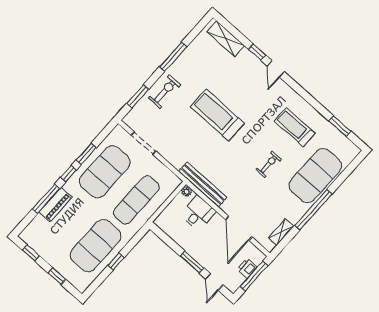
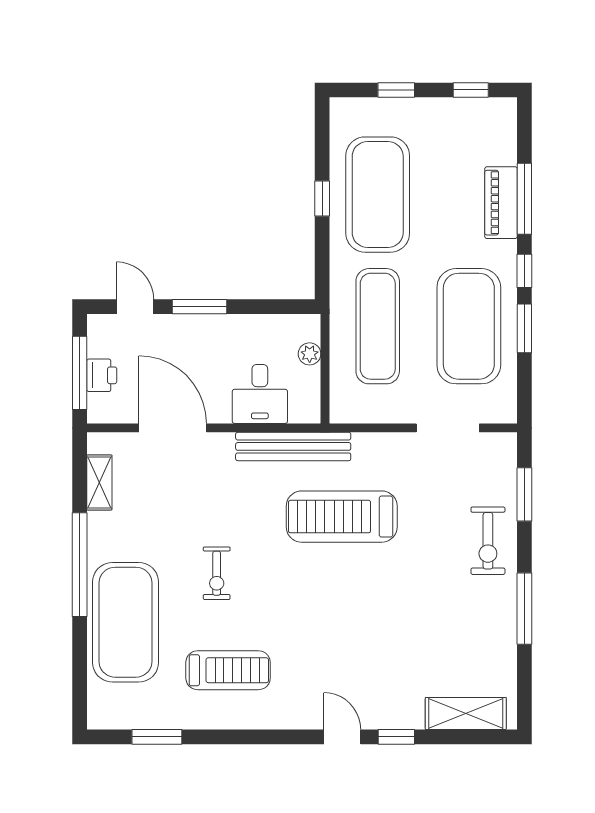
treadmill: (217, 115) -> (342, 517), moved, turned 180
plant: (187, 191) -> (310, 354), moved

